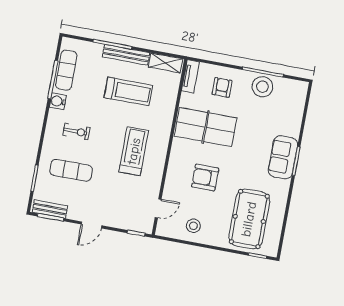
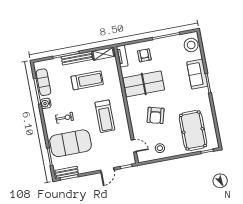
stool: (262, 87) -> (191, 45), moved
treadmill: (134, 151) -> (105, 116), turned 180
sofa: (283, 157) -> (197, 74), moved
exercise mat: (71, 170) -> (71, 143), width x2.00, depth x1.45
armchair: (205, 178) -> (156, 115), turned -75
door: (158, 208) -> (134, 146), hinge flipped
door: (92, 225) -> (107, 170), moved

